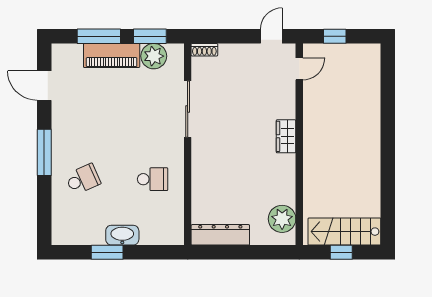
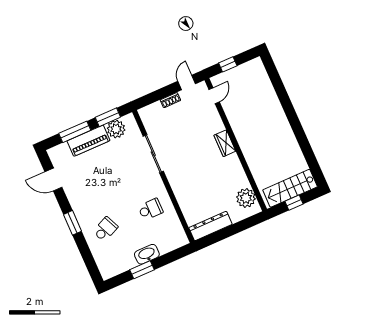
shoe rack: (204, 50) -> (170, 100), moved
window: (44, 152) -> (73, 223), width x0.69

